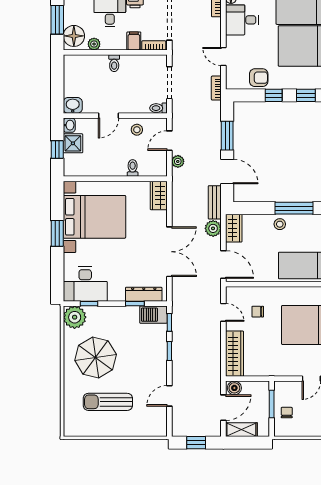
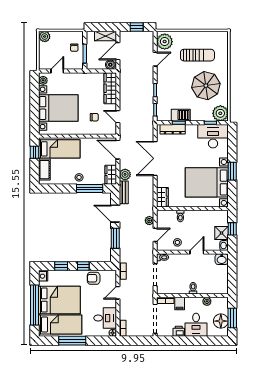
floor lamp: (74, 36) -> (221, 321), moved
door: (223, 56) -> (118, 293), swing flipped
window: (294, 208) -> (90, 188), moved
barbecue: (153, 315) -> (181, 115), moved
plant: (155, 421) -> (165, 42), added

